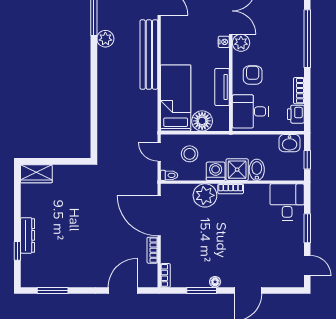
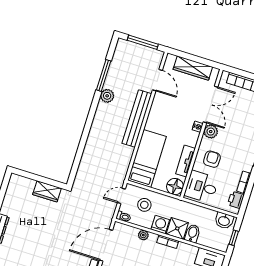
floor lamp: (202, 121) -> (175, 187), moved
door: (159, 152) -> (121, 196), hinge flipped
wardrobe: (36, 174) -> (47, 191), moved
plant: (205, 195) -> (143, 235), width x0.53, depth x0.53
door: (159, 216) -> (106, 245), hinge flipped

